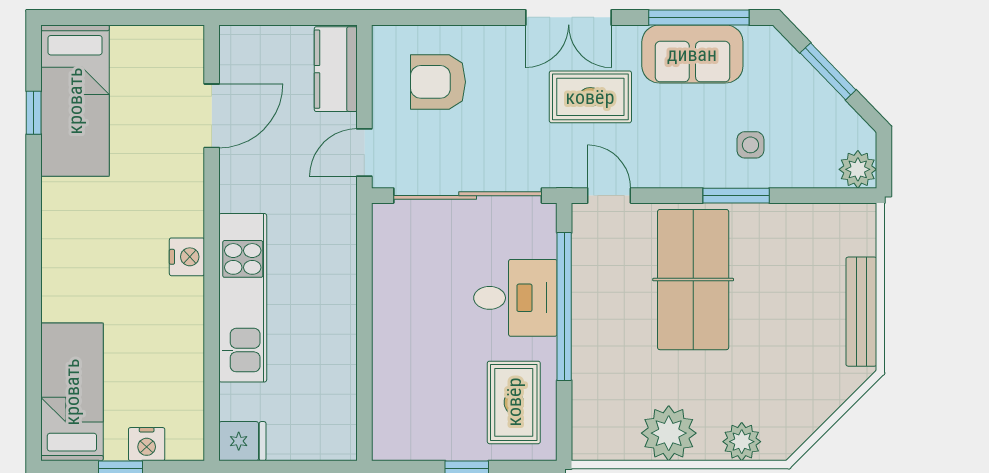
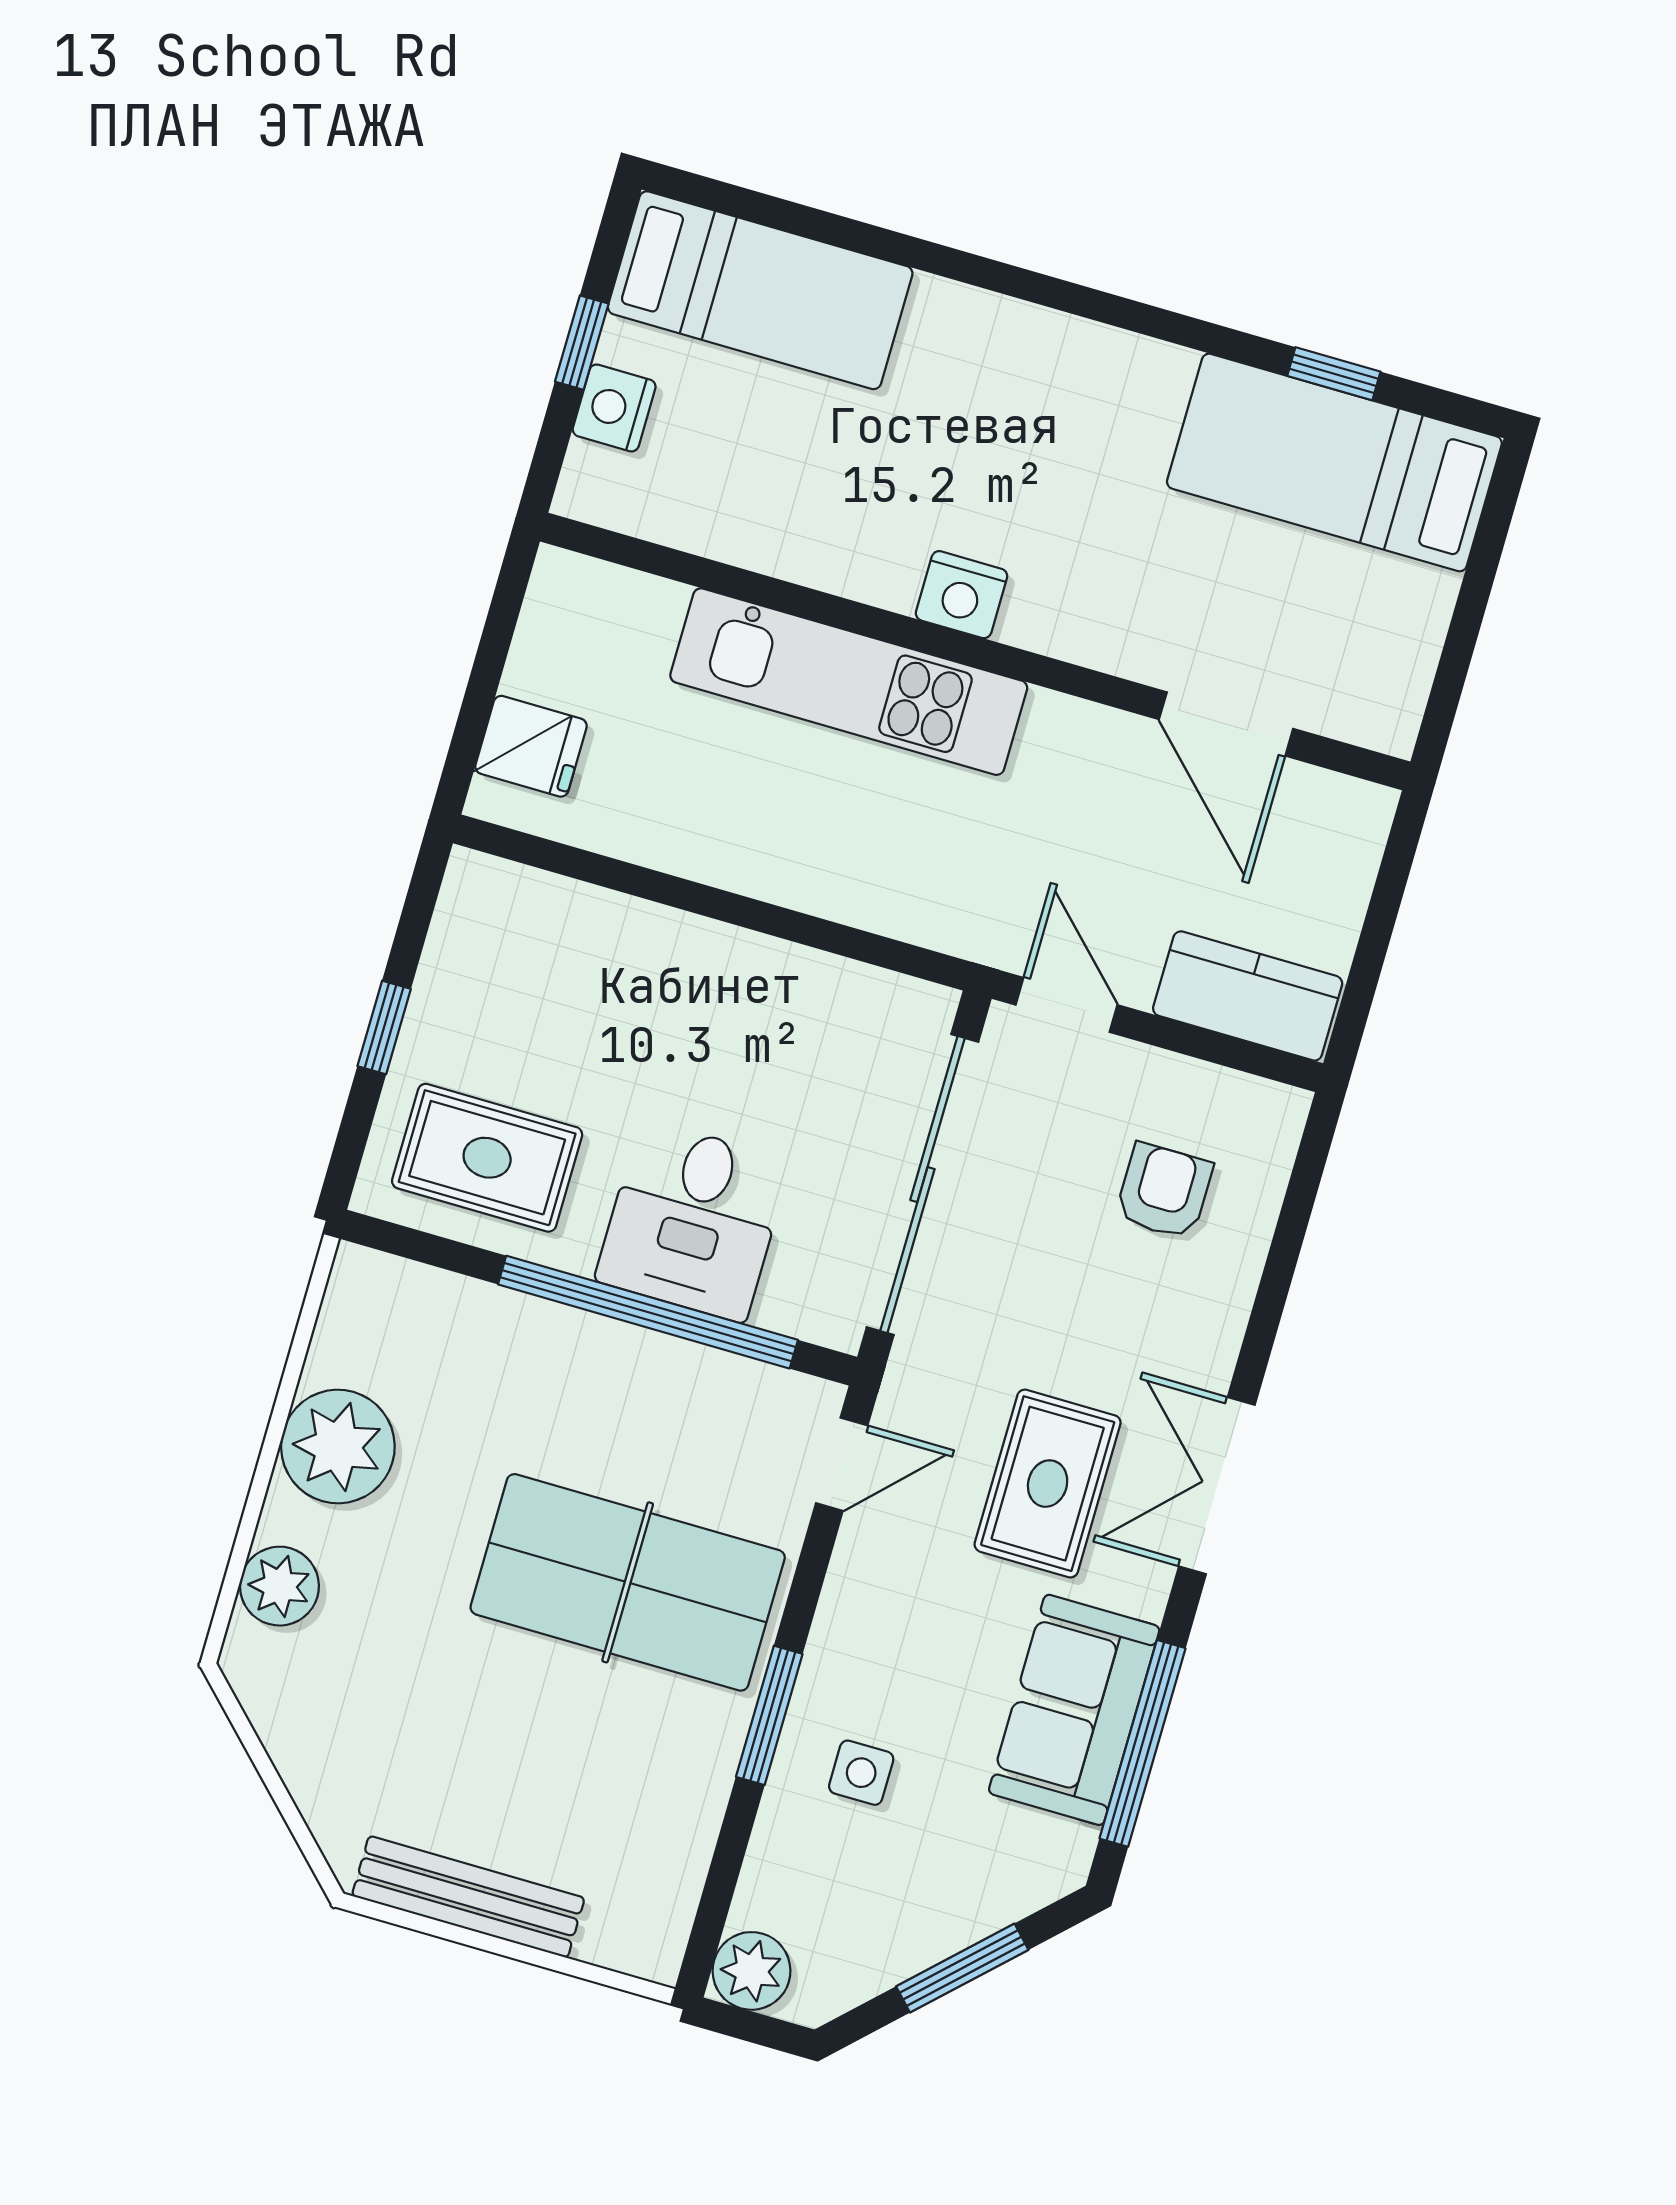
armchair: (438, 82) -> (1164, 1191), width x0.72, depth x0.72
fridge: (242, 441) -> (531, 746), moved, turned -90

